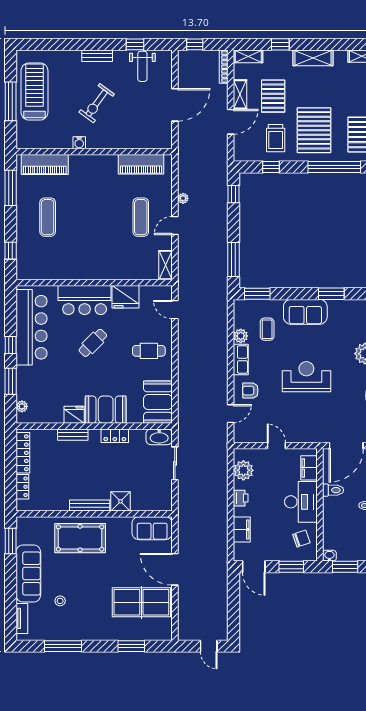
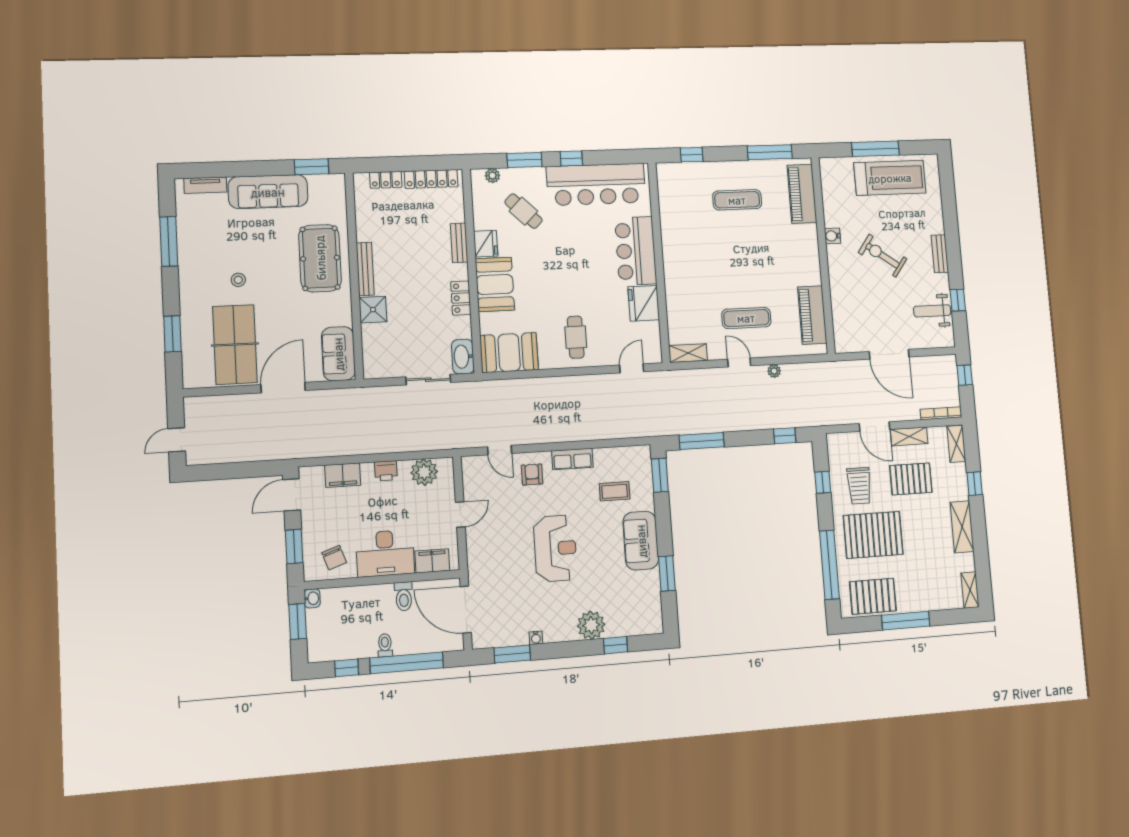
trolley: (276, 138) -> (859, 486), turned -90
plant: (241, 336) -> (603, 457), removed
cafe table: (93, 343) -> (523, 211), moved
stool: (60, 601) -> (238, 280), moved

